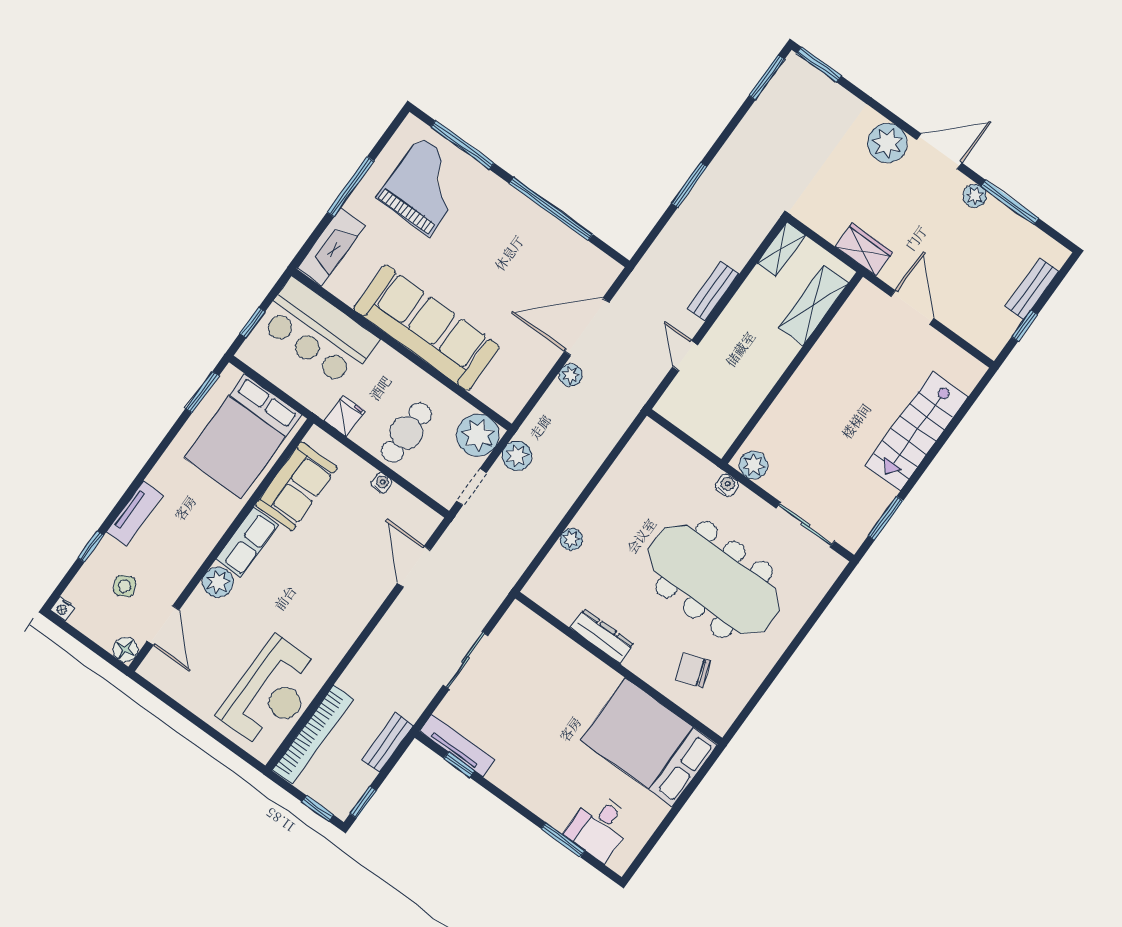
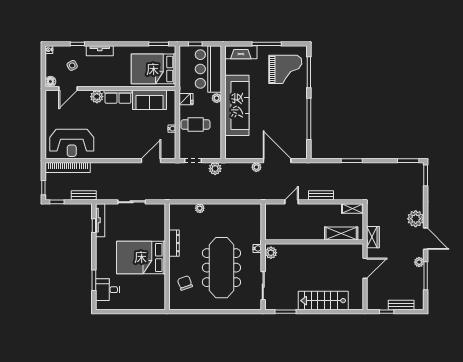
plant: (478, 435) -> (217, 98), moved, width x0.53, depth x0.53
bed: (649, 742) -> (141, 257), moved, turned -90

